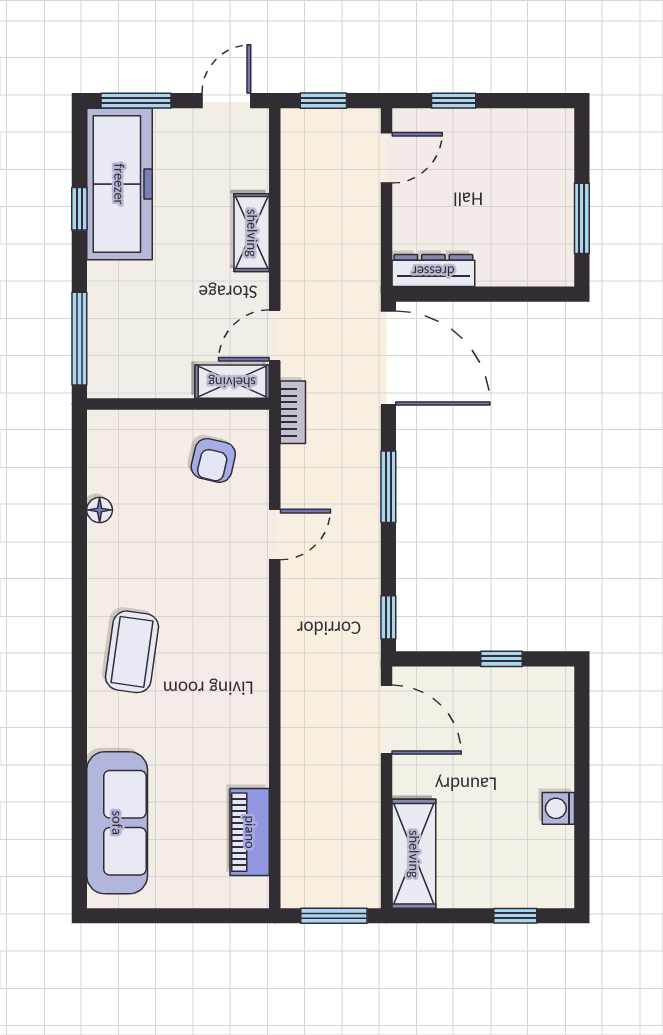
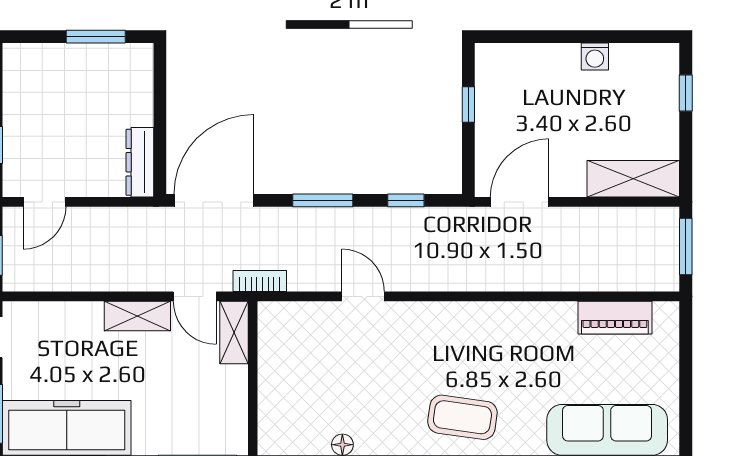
door: (386, 158) -> (44, 202), swing flipped
shelving: (252, 233) -> (137, 316), moved
armchair: (213, 460) -> (300, 348), removed
window: (388, 617) -> (406, 200), moved

